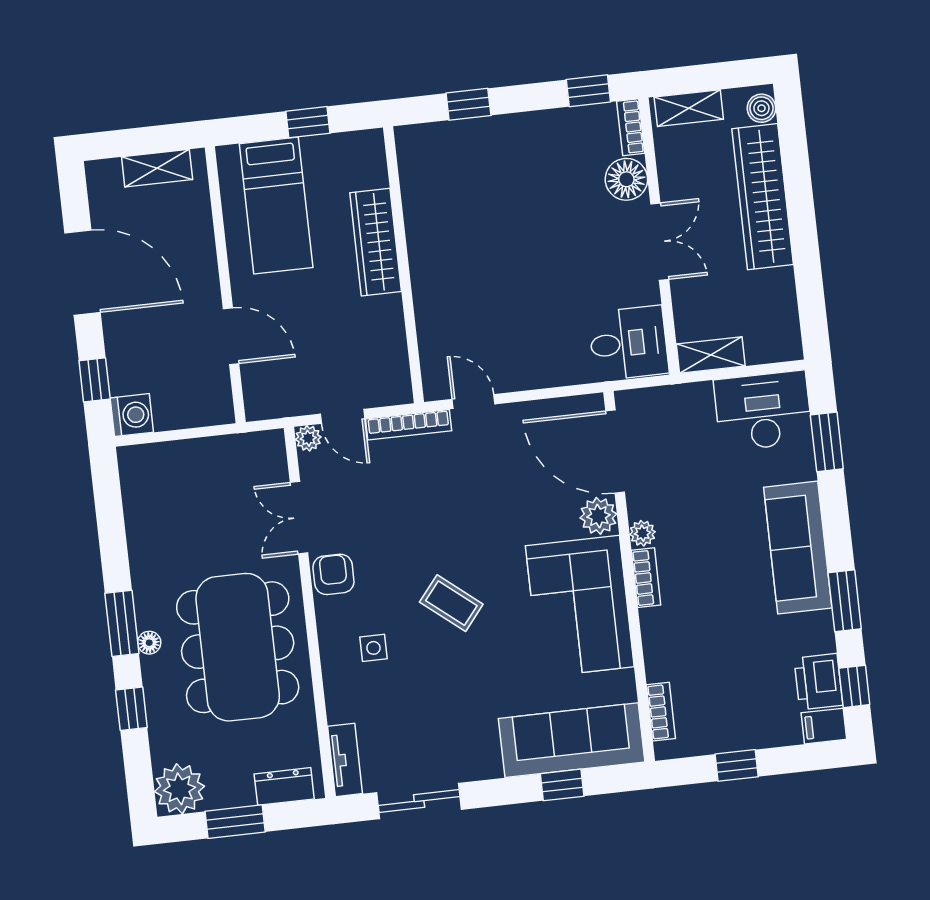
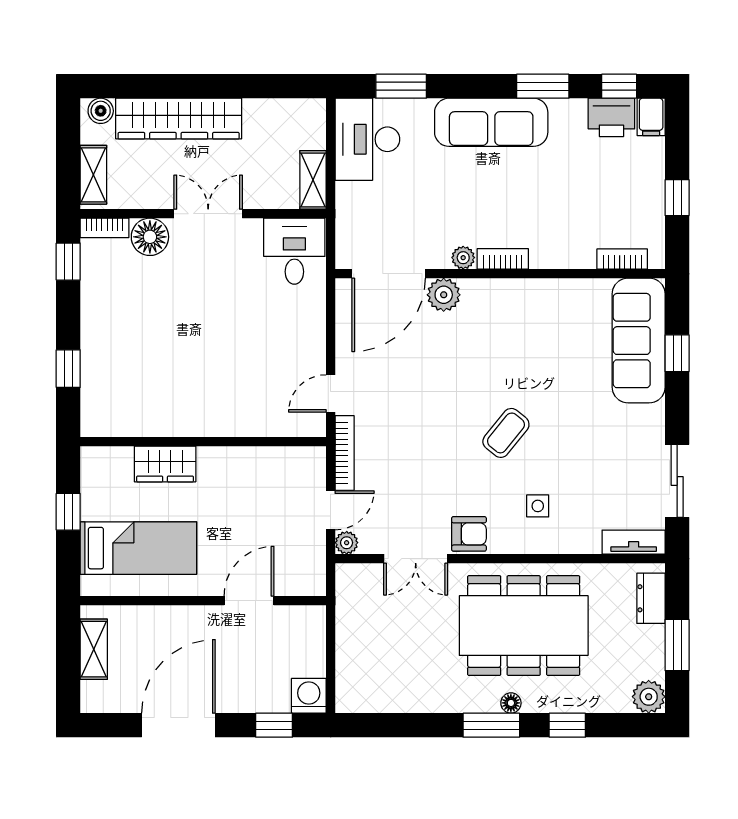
wardrobe: (376, 242) -> (165, 464), width x0.67
armchair: (333, 574) -> (469, 534), turned 180
corner sofa: (580, 606) -> (521, 320), removed
plant: (179, 789) -> (649, 697), width x0.73, depth x0.73

